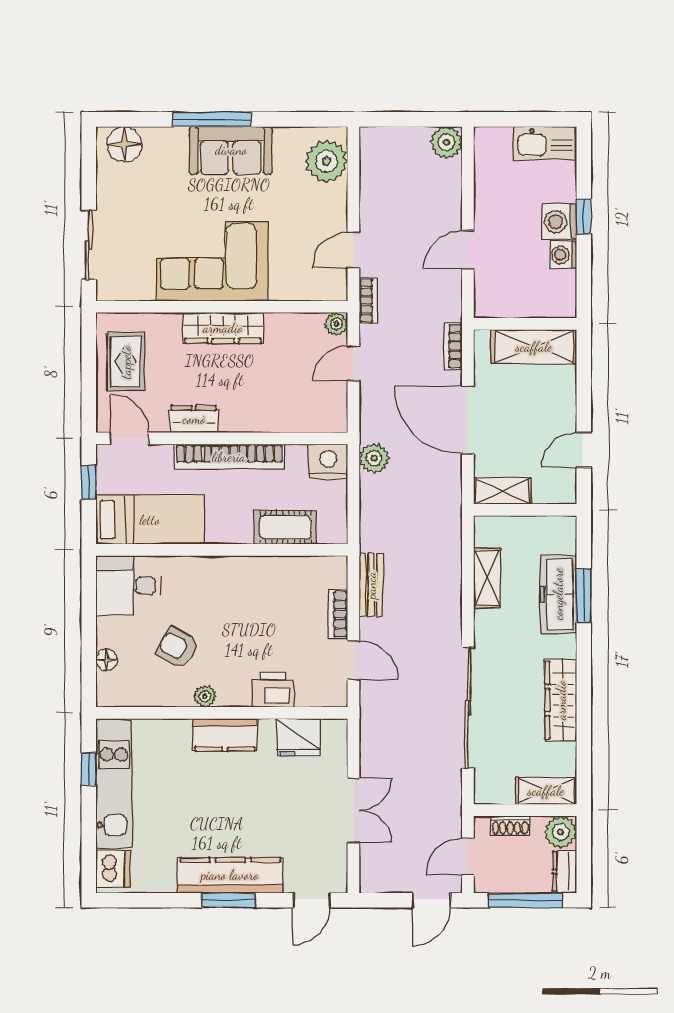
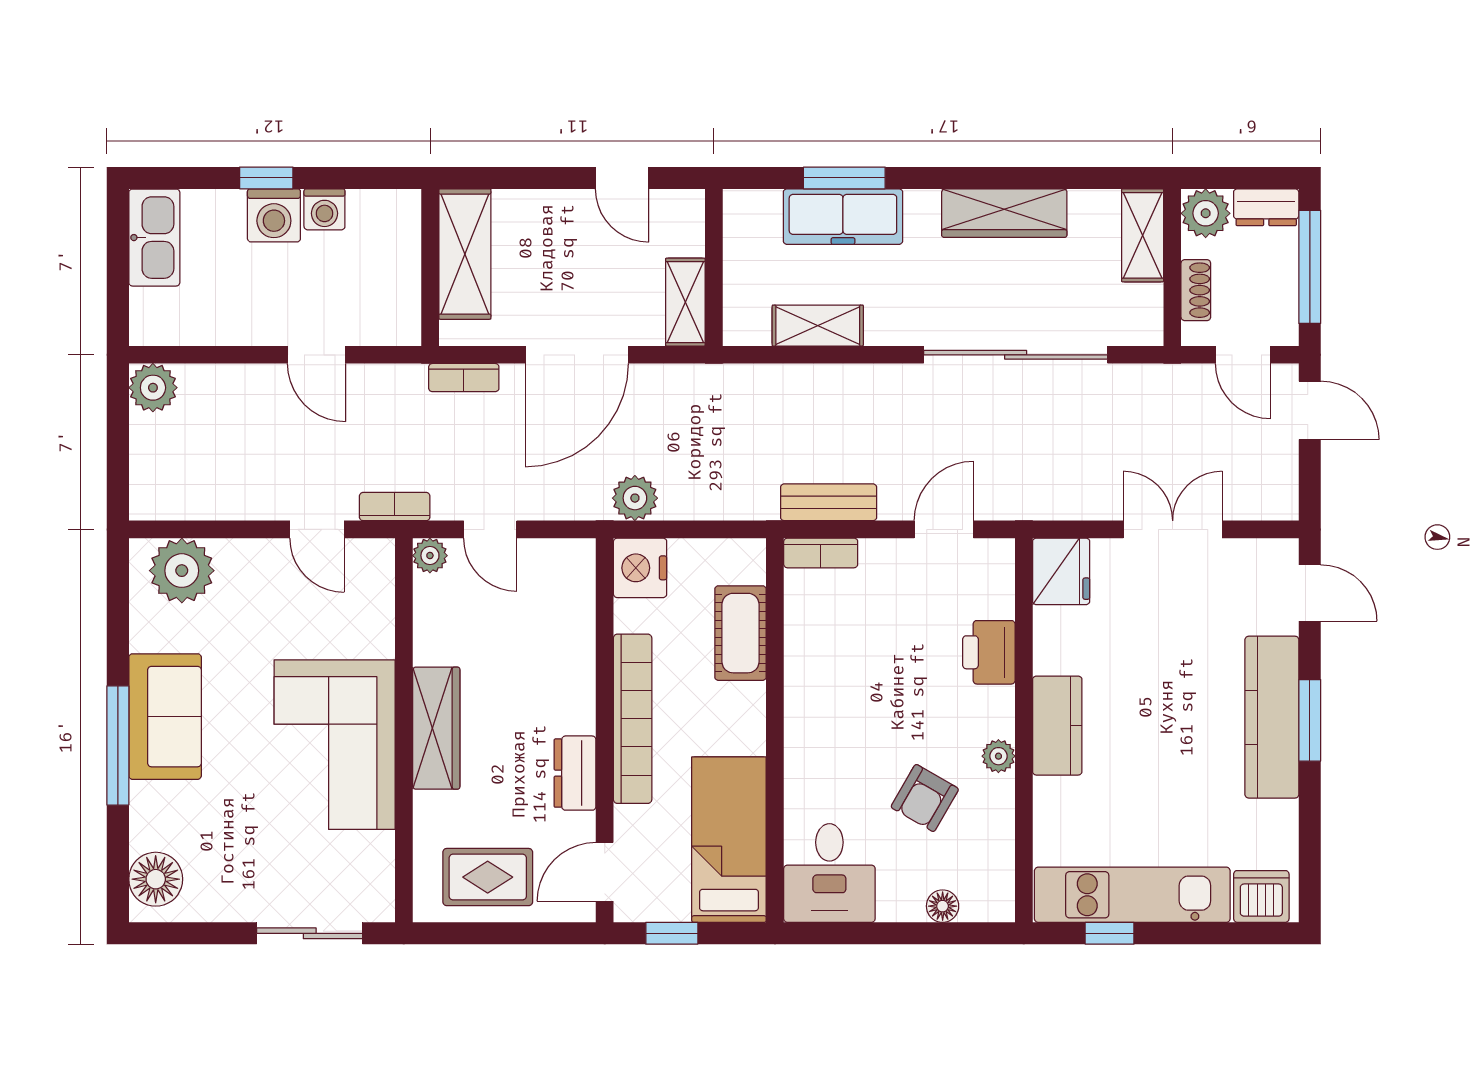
bookcase: (338, 614) -> (821, 553), moved
fridge: (299, 737) -> (1061, 571), moved

